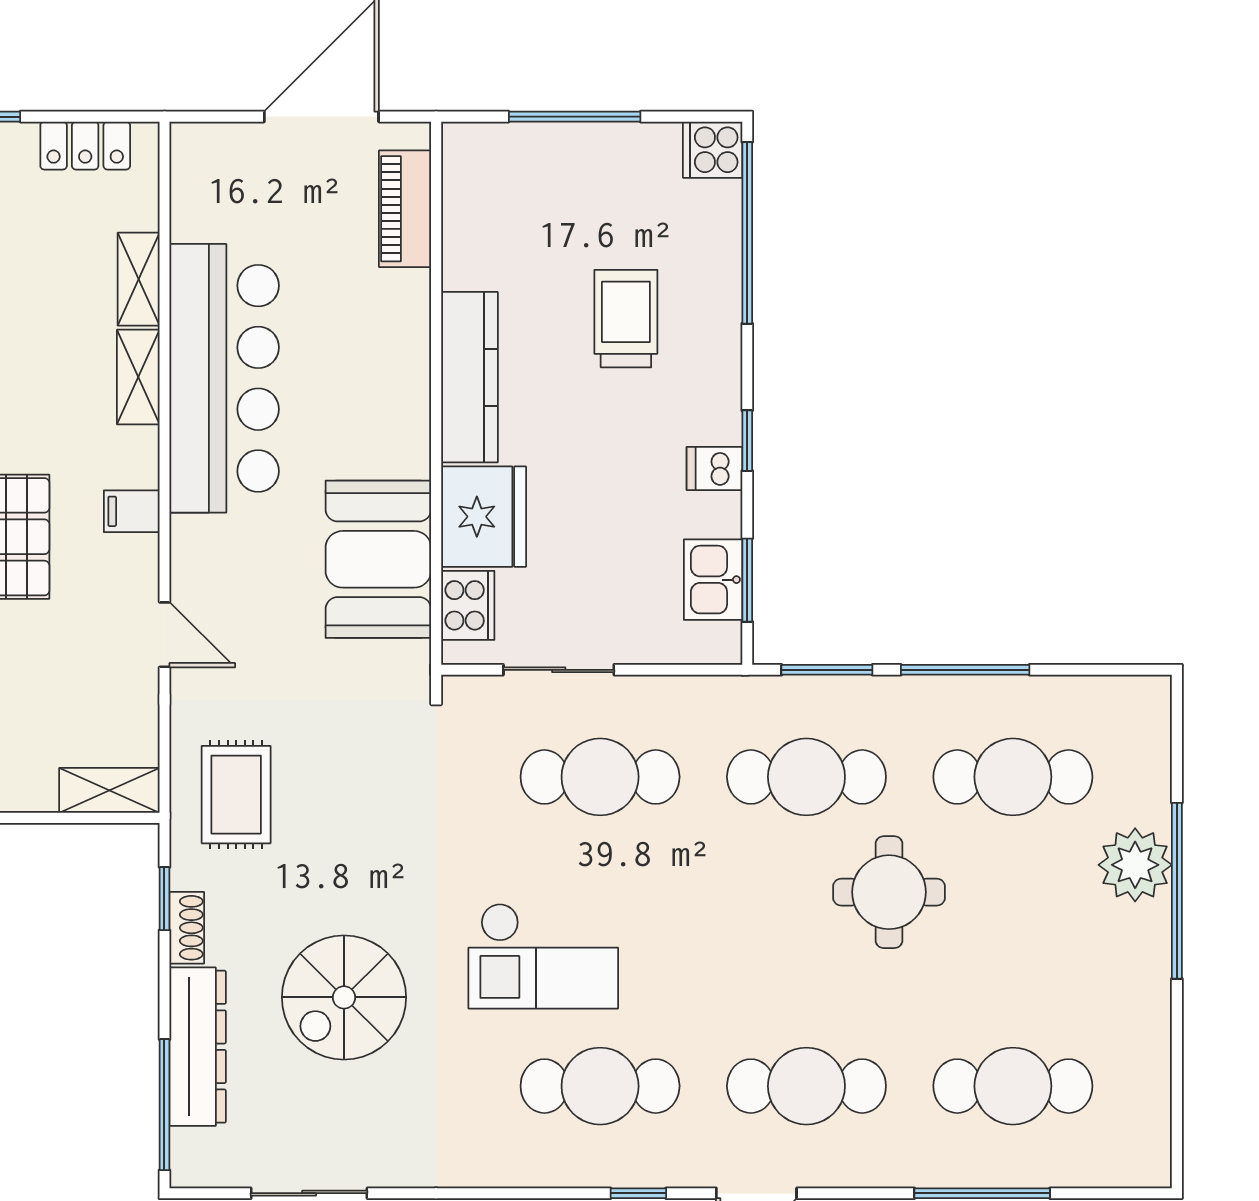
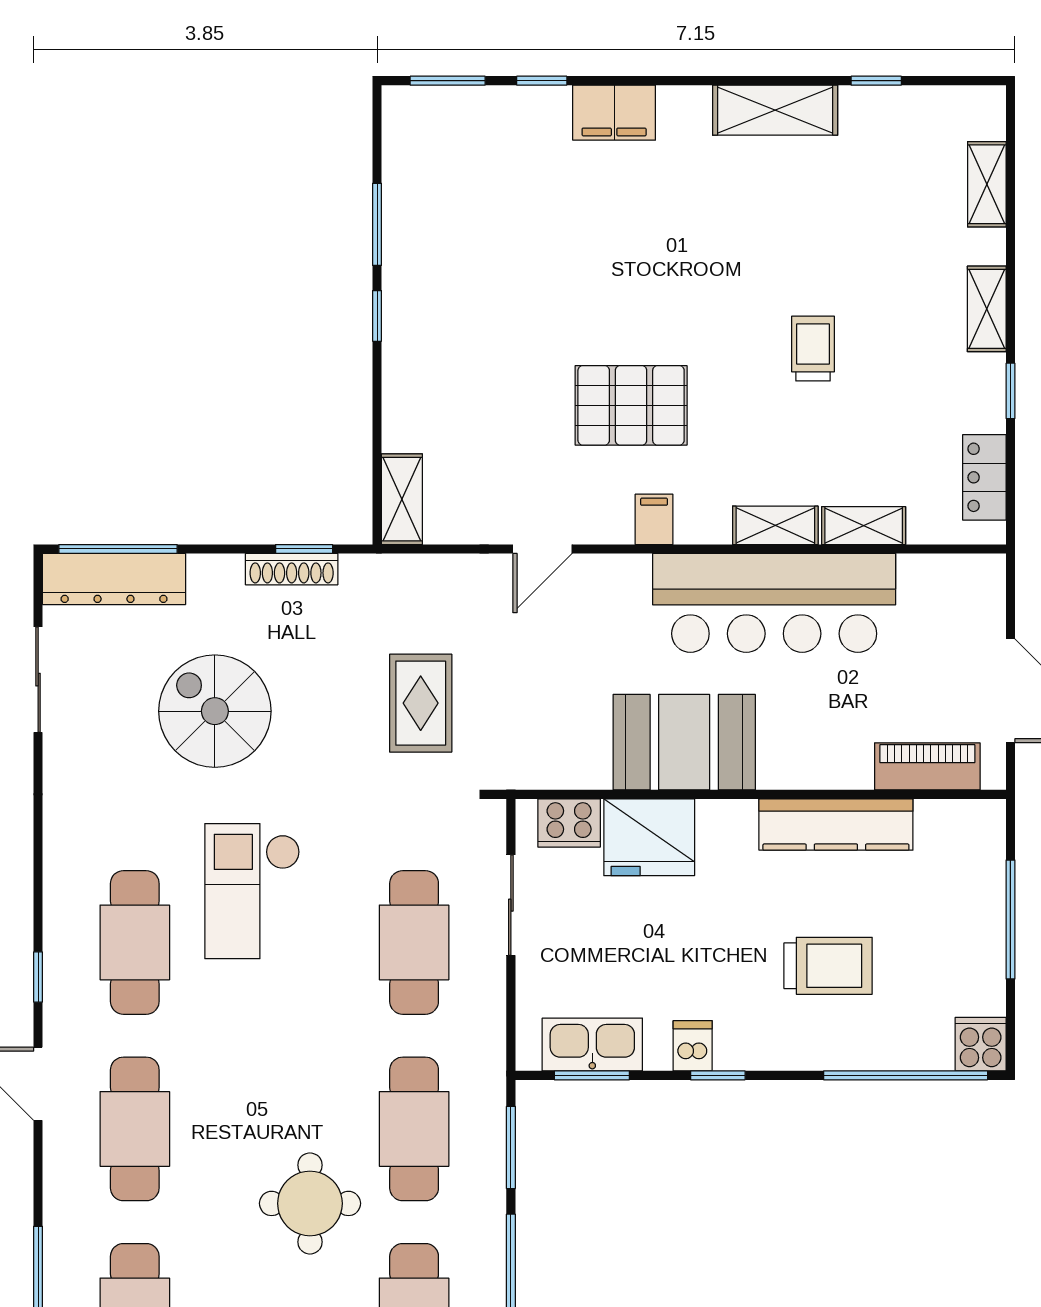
kitchen counter: (469, 377) -> (836, 824), moved
booth: (378, 559) -> (684, 742), moved
kitchen sink: (713, 580) -> (592, 1045), width x1.38
rug: (236, 795) -> (421, 703), moved, turned 90
shoe rack: (187, 928) -> (292, 569), width x1.43
dresser: (198, 1047) -> (114, 579), moved

